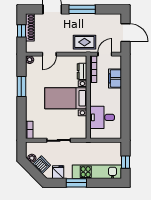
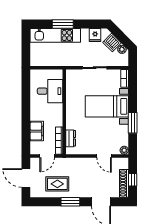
window: (82, 9) -> (70, 202), width x0.69
rug: (84, 42) -> (57, 184), moved
door: (49, 54) -> (104, 156), swing flipped
bed with nightstands: (66, 98) -> (107, 106), moved, turned 180
window: (126, 162) -> (26, 45), removed
window: (76, 183) -> (63, 24), moved

